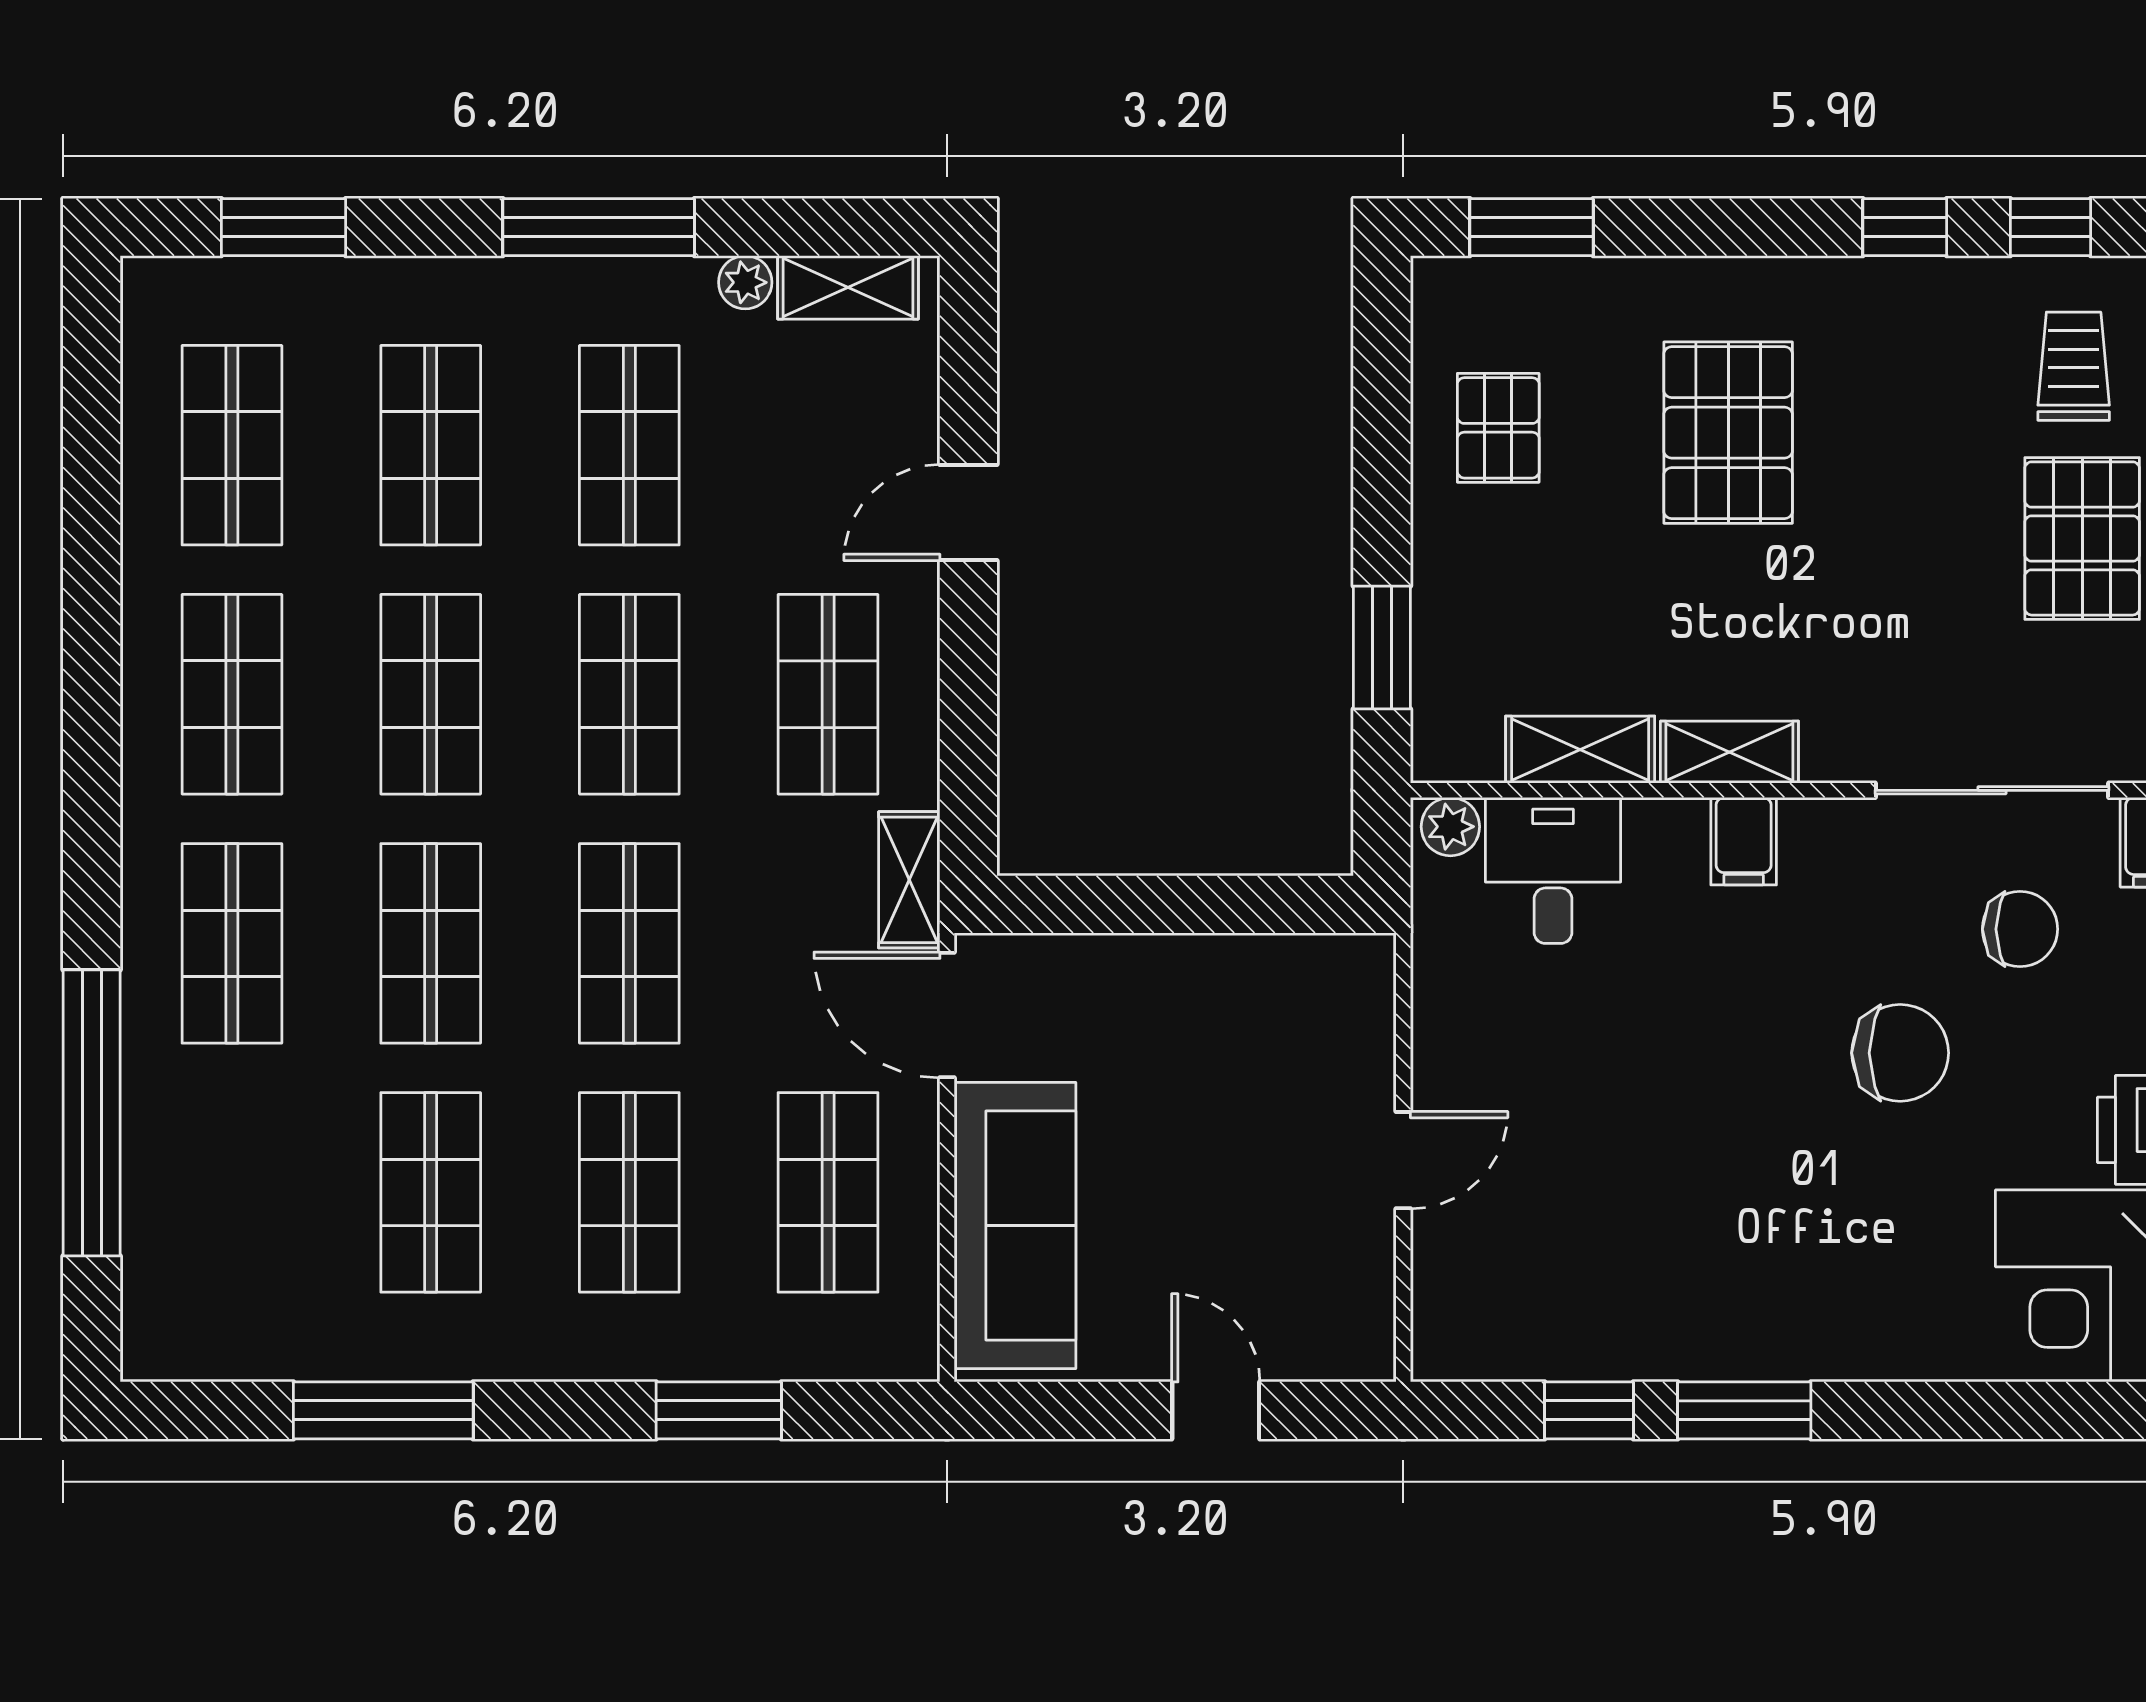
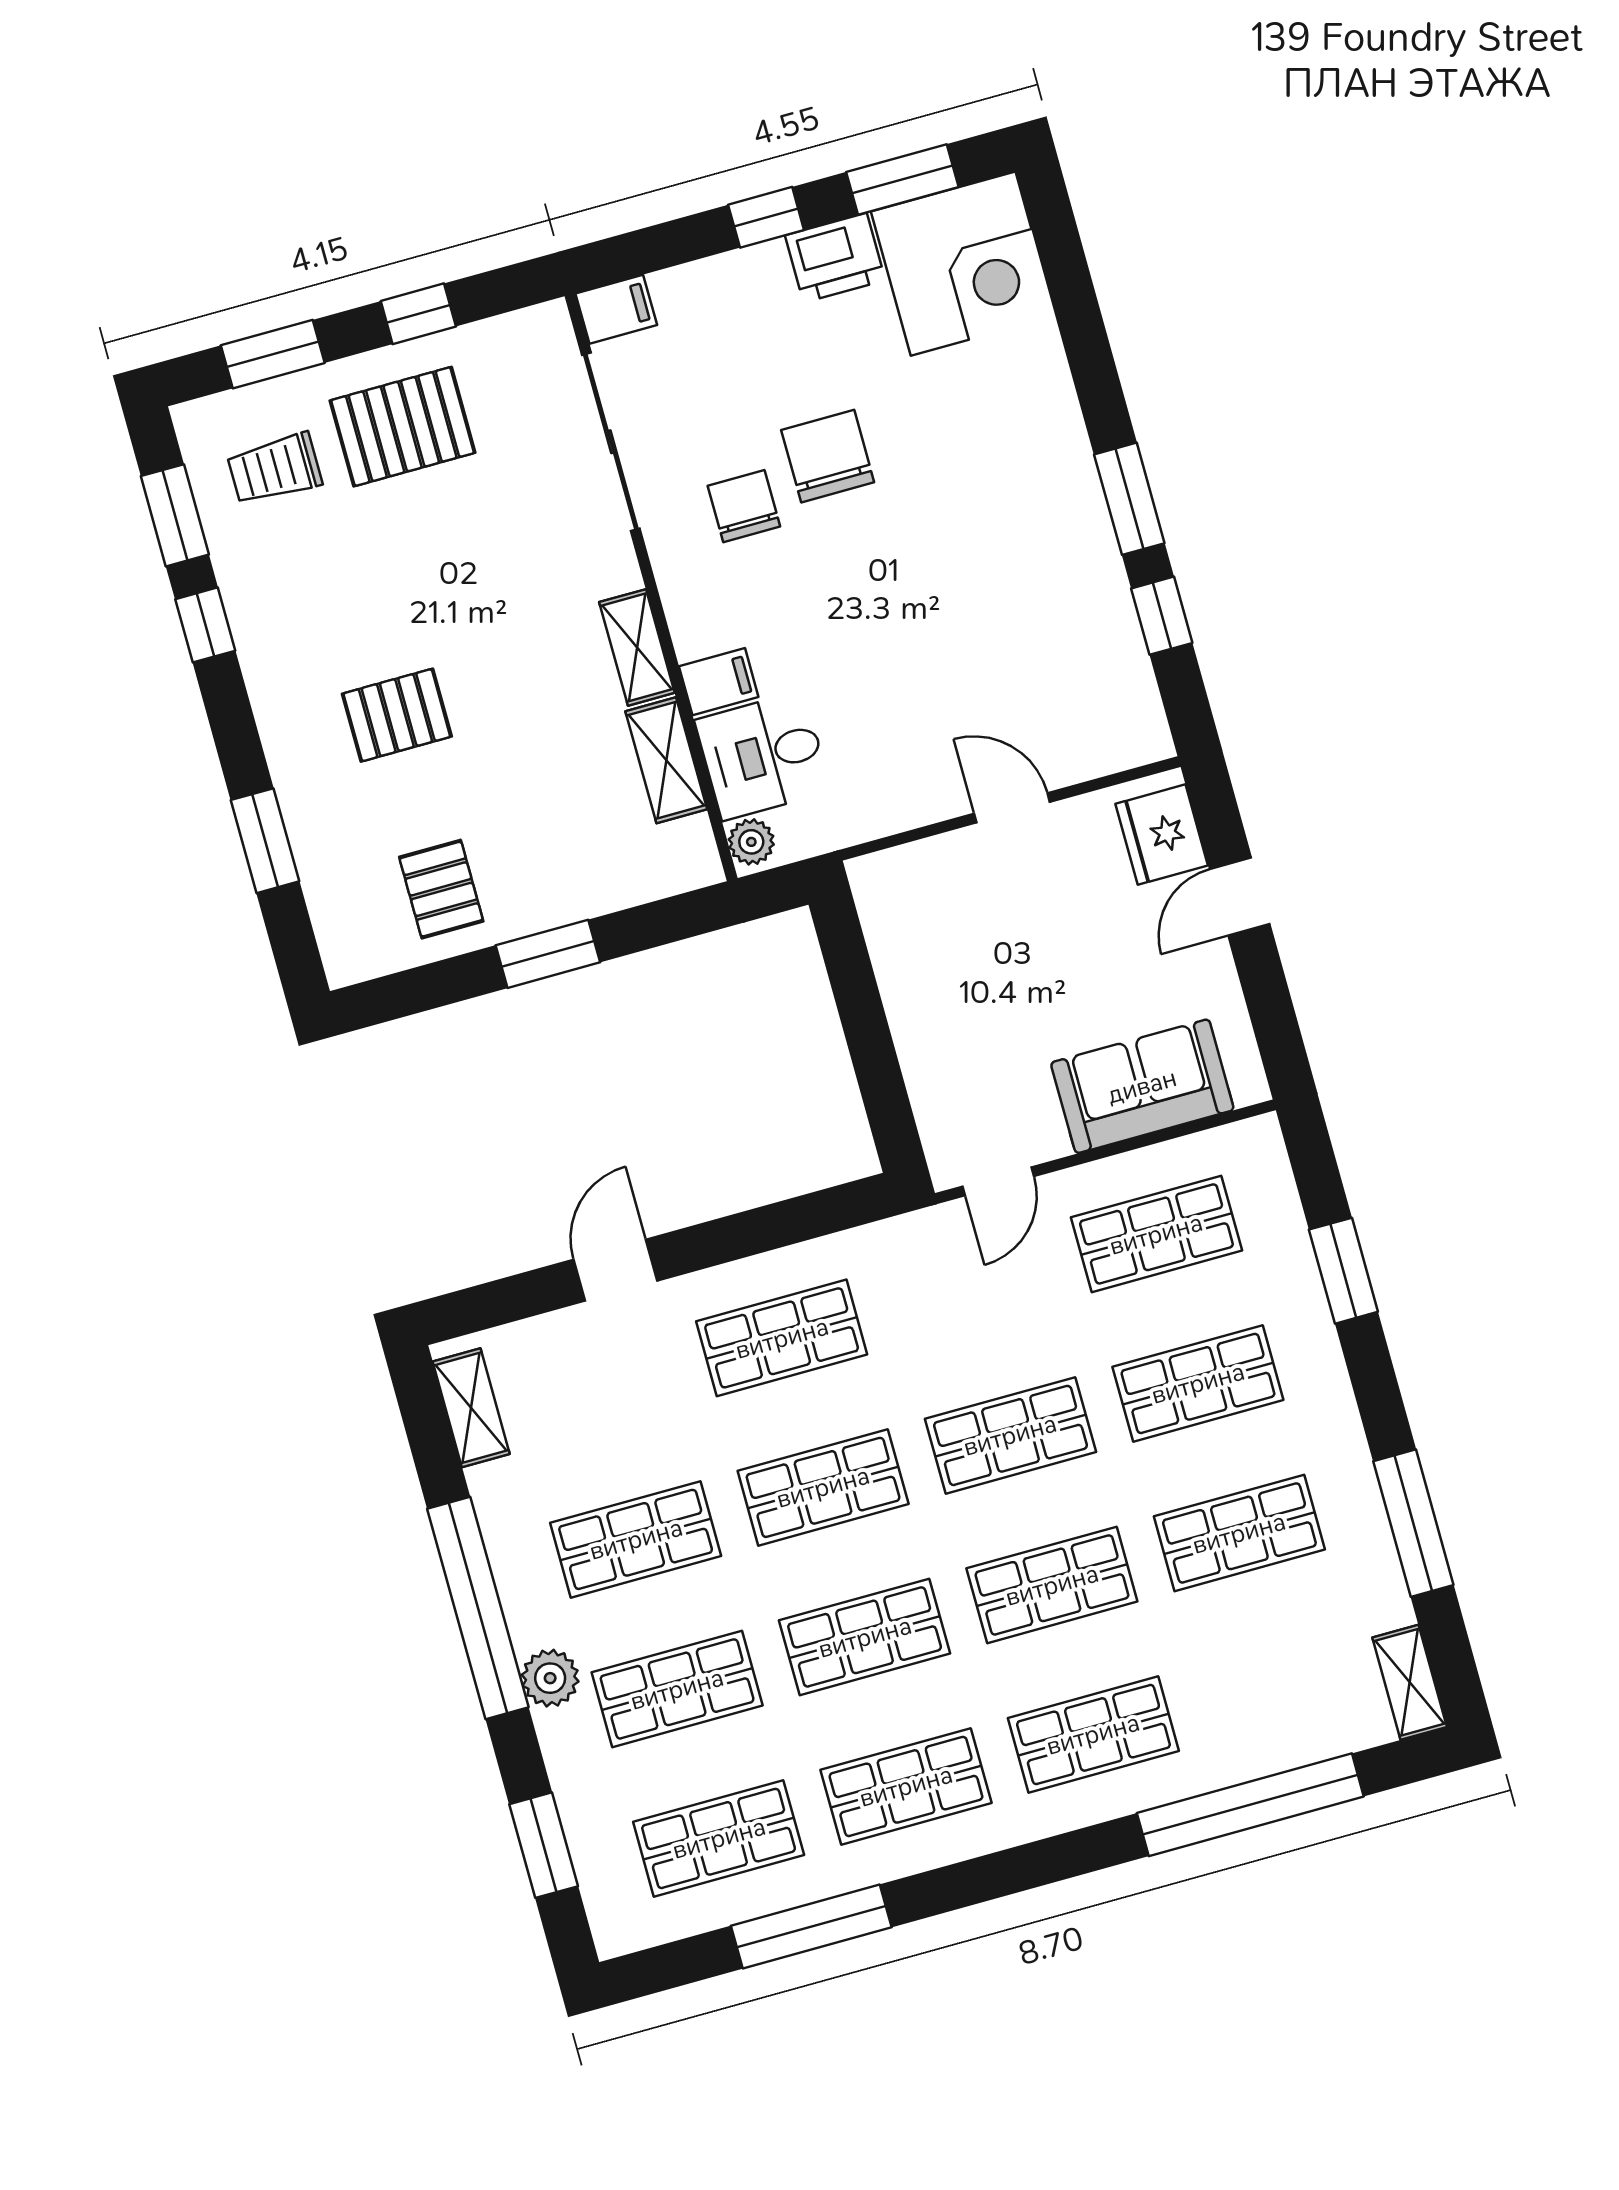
window: (599, 227) -> (478, 1608), width x1.46
window: (1531, 227) -> (265, 841), moved
window: (2050, 227) -> (175, 515), width x1.50
plant: (745, 282) -> (550, 1678), moved, width x1.38, depth x1.38
pallet: (1498, 428) -> (441, 889), turned 90
pallet: (1728, 433) -> (397, 715), width x0.67, depth x0.71
door: (968, 513) -> (616, 1270), swing flipped
window: (92, 530) -> (811, 1927), added
window: (1382, 648) -> (548, 954), moved
filing cabinet: (1744, 841) -> (719, 682), moved
shelving: (909, 880) -> (1410, 1682), moved, turned 90
chair: (2020, 929) -> (744, 506), moved
door: (947, 1015) -> (998, 1181), width x0.73
sofa: (1015, 1225) -> (1142, 1086), width x0.73
fridge: (1319, 1335) -> (1162, 835), added

